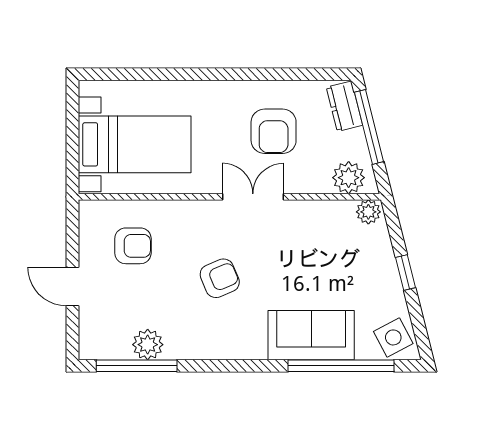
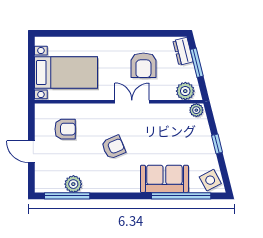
window: (369, 127) -> (197, 63), width x0.69

